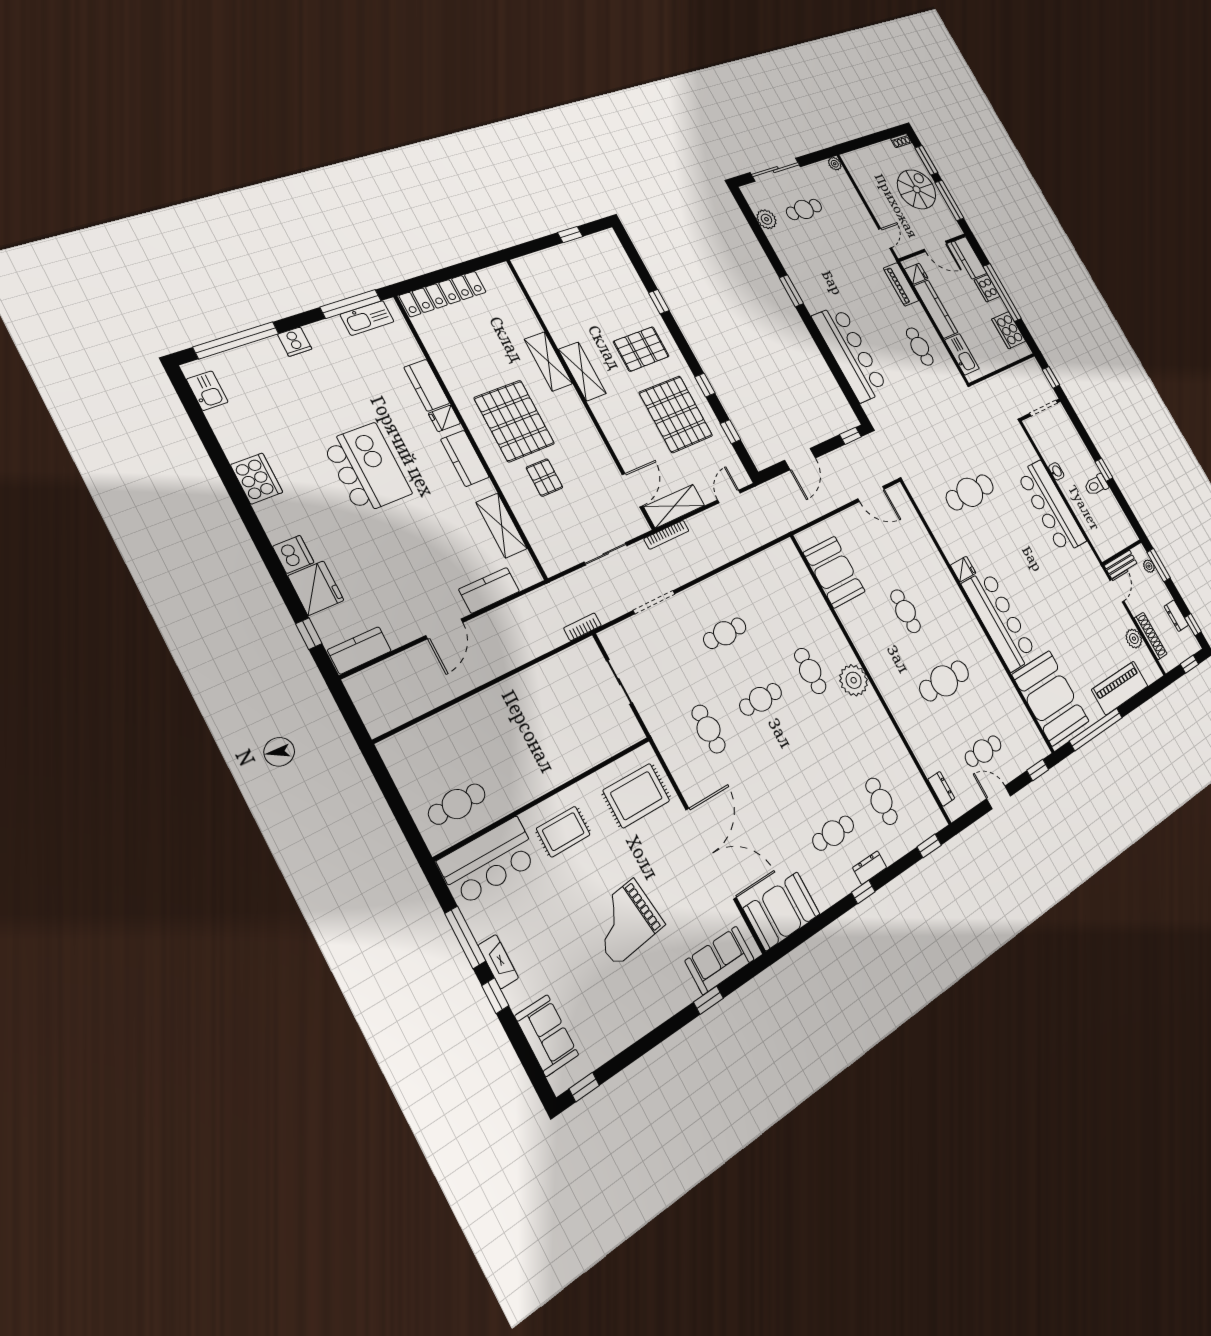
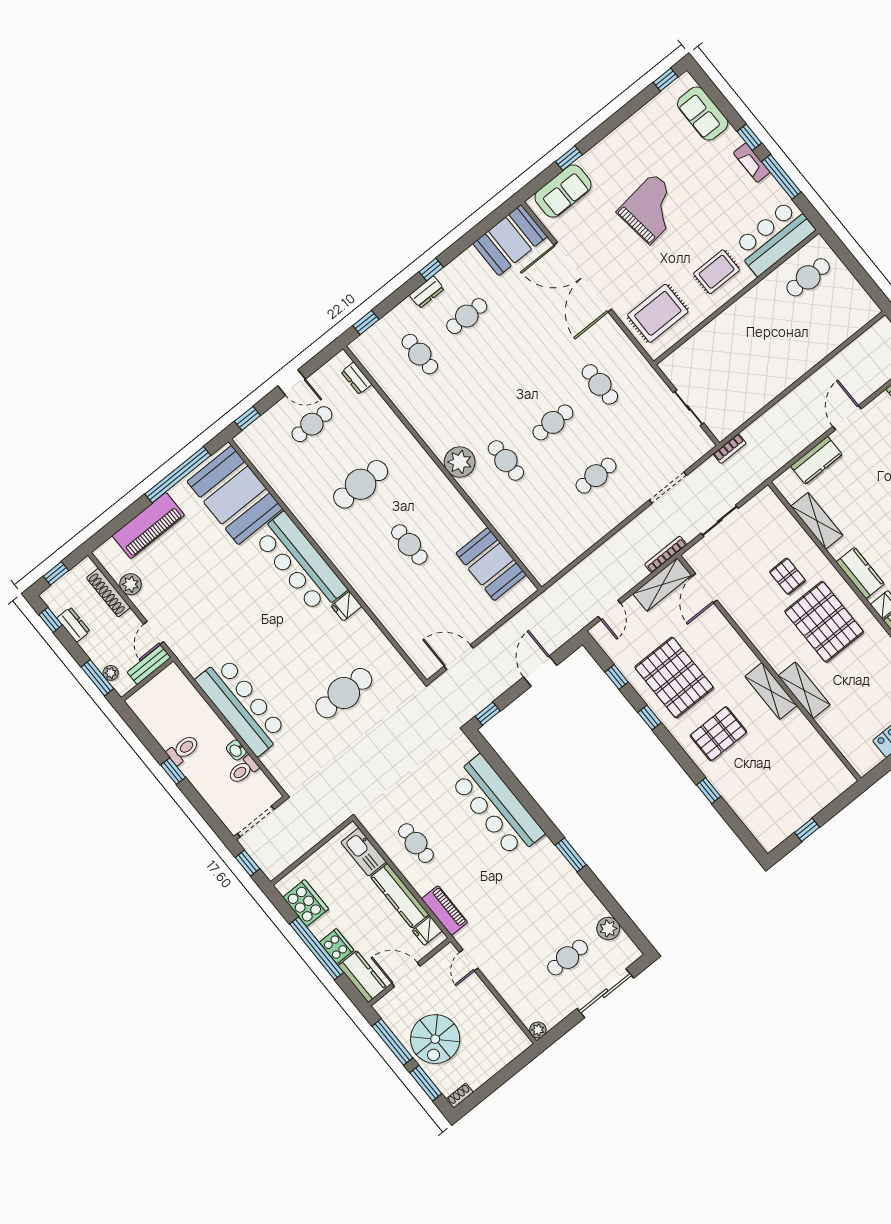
toilet: (1052, 453) -> (243, 770), added

